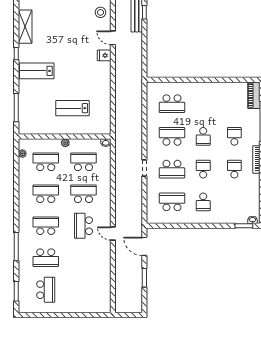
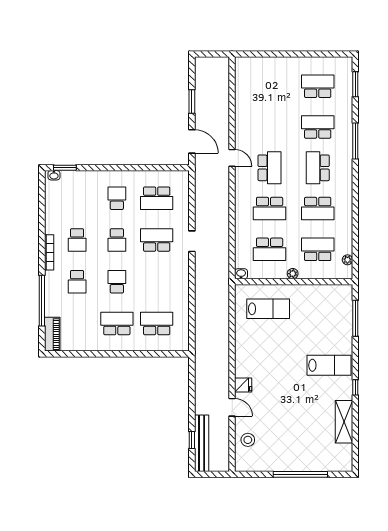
lab bench: (72, 108) -> (268, 309), moved
school desk: (172, 136) -> (117, 323), moved, turned 180
school desk: (46, 162) -> (318, 249), turned 180
school desk: (46, 226) -> (318, 168), turned 90
school desk: (46, 290) -> (318, 86), turned 90

